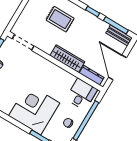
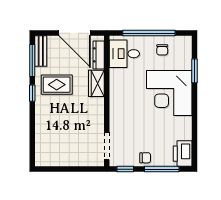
rug: (60, 19) -> (57, 85), moved, turned 90
wardrobe: (67, 59) -> (96, 83), width x0.67
door: (117, 67) -> (75, 33), hinge flipped

